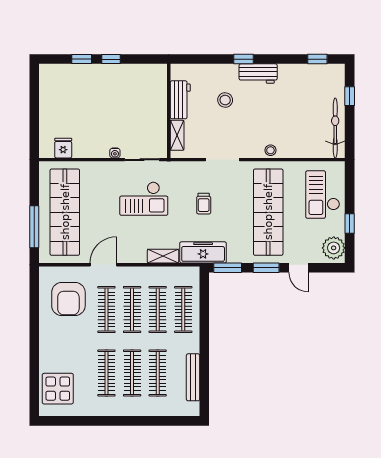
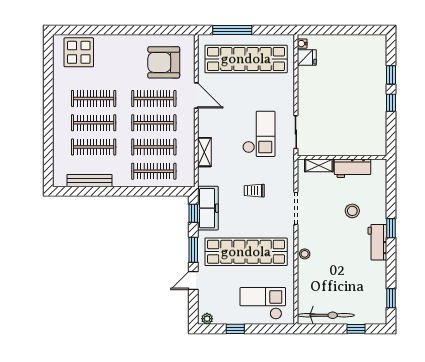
water cooler: (115, 153) -> (302, 44), moved
checkout: (144, 199) -> (259, 134), turned 180
plant: (334, 248) -> (207, 319), width x0.53, depth x0.53
freezer: (203, 252) -> (208, 208), moved
window: (228, 268) -> (193, 213), width x0.67

